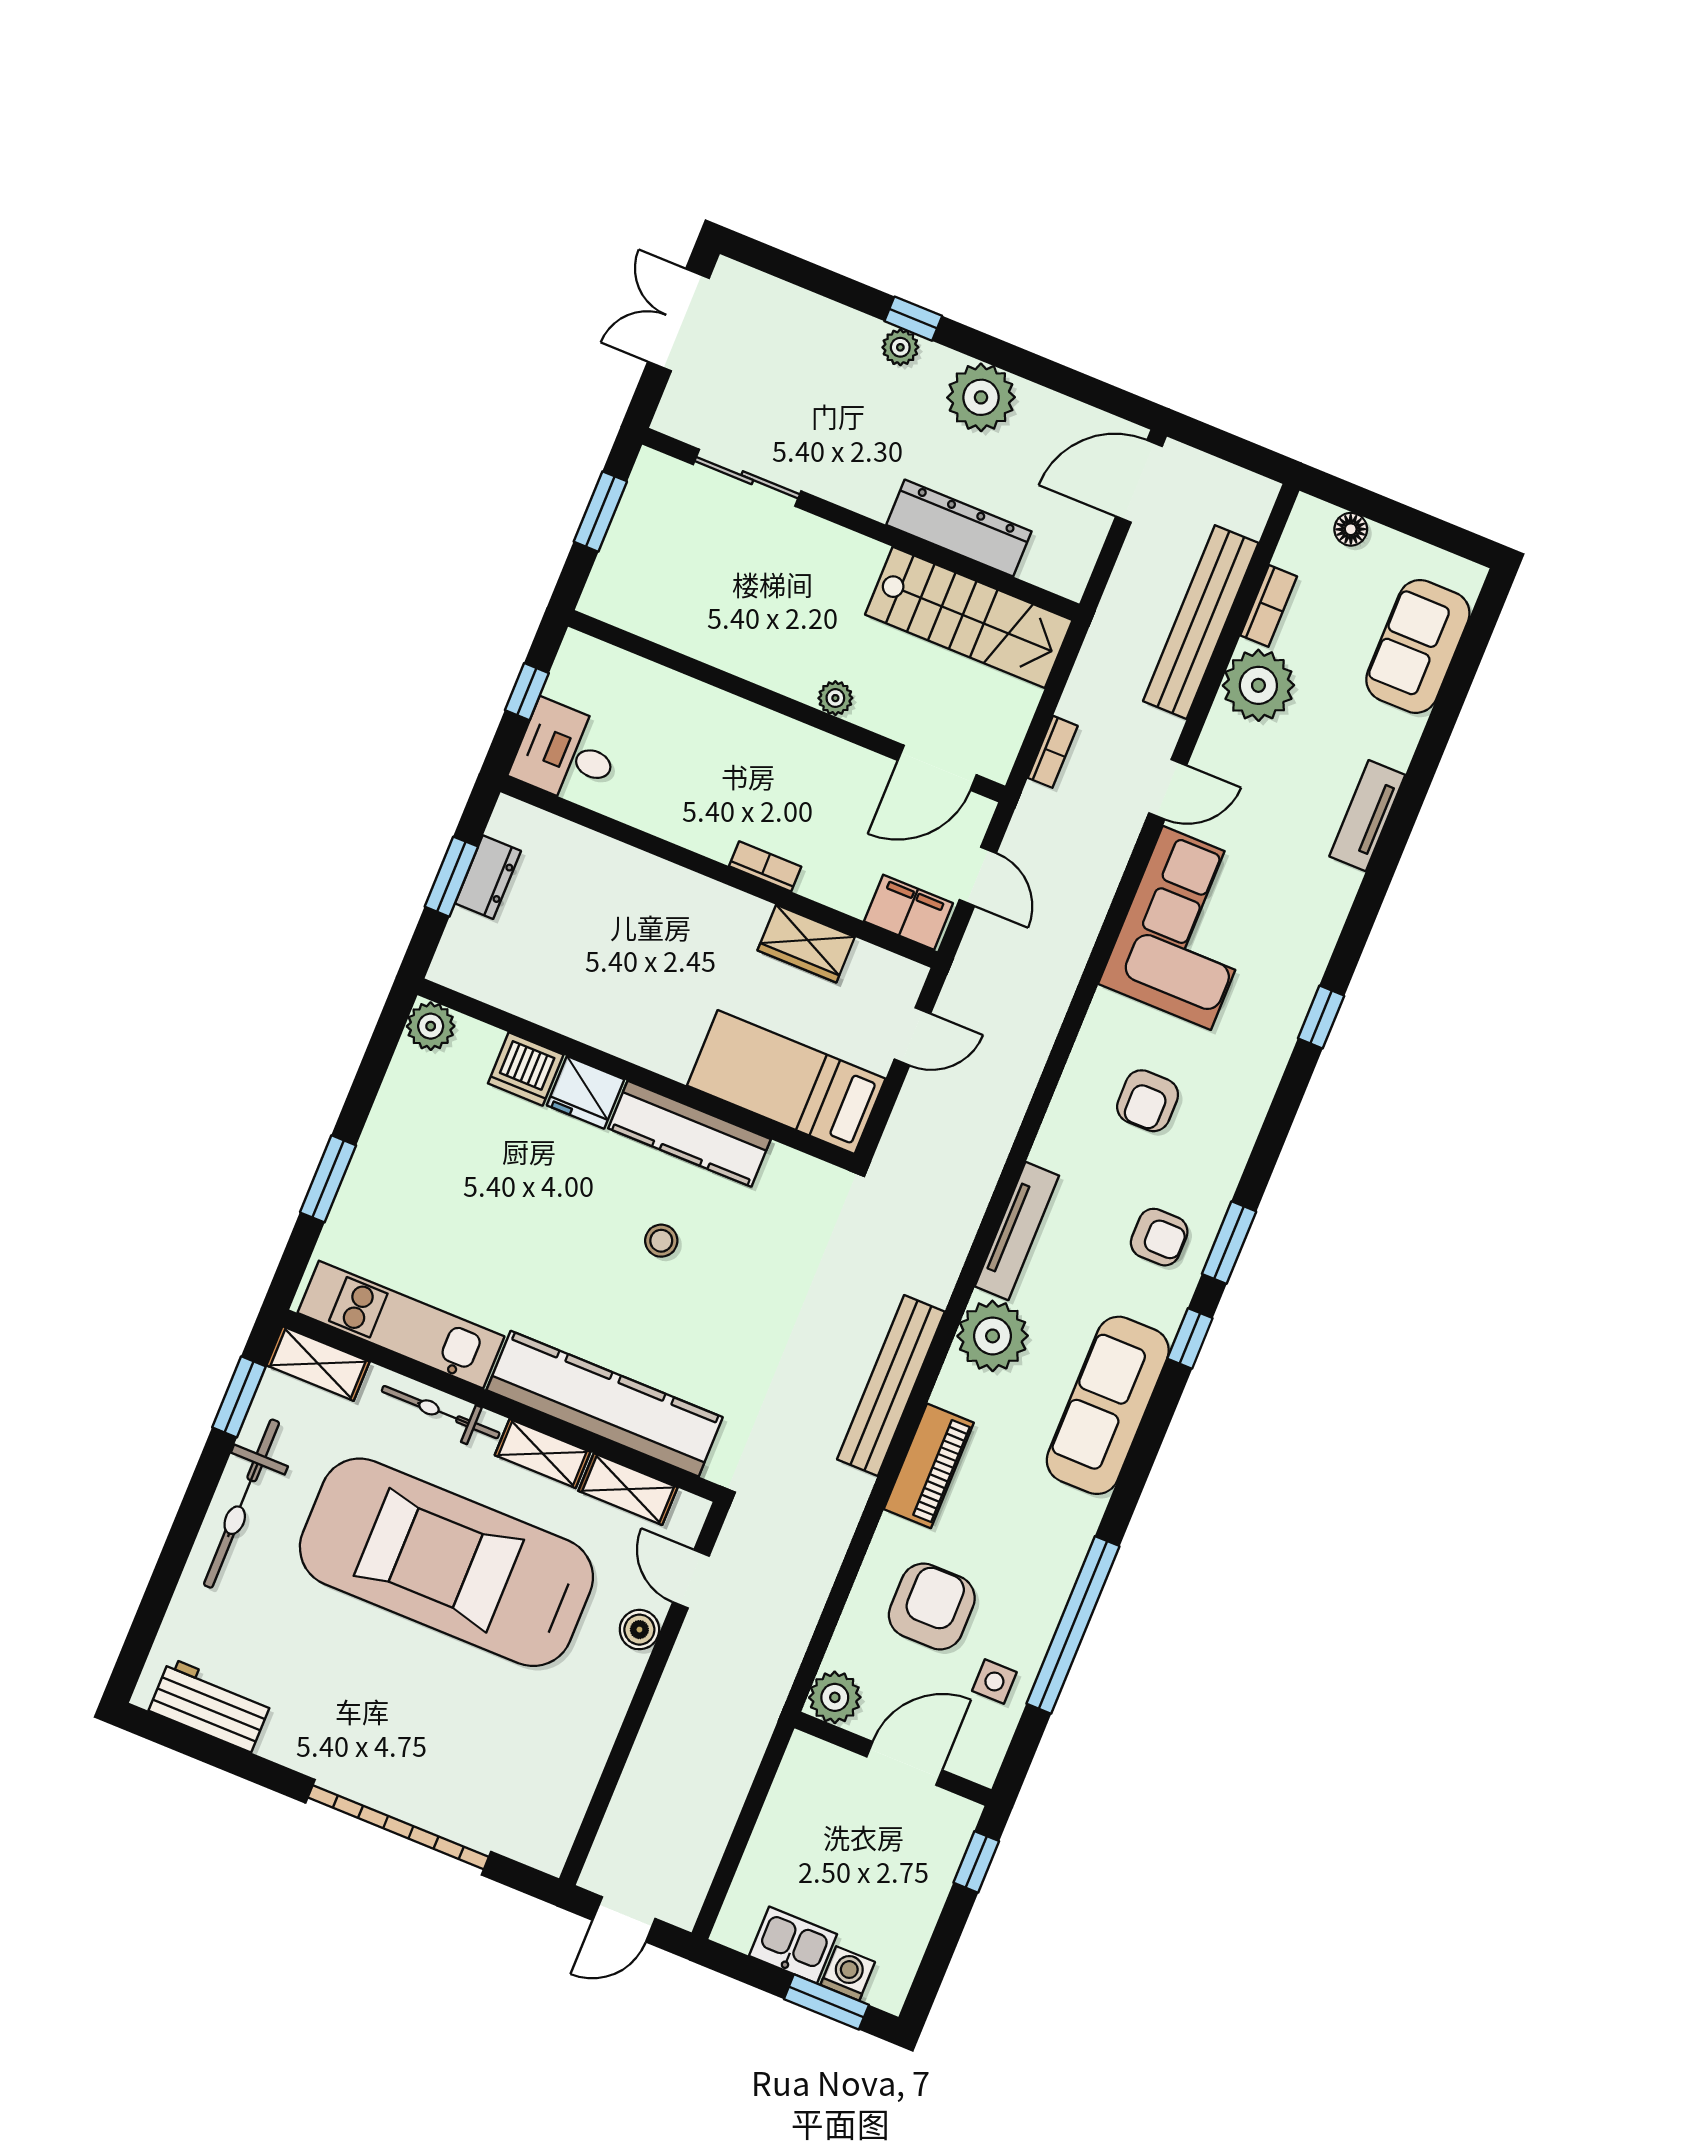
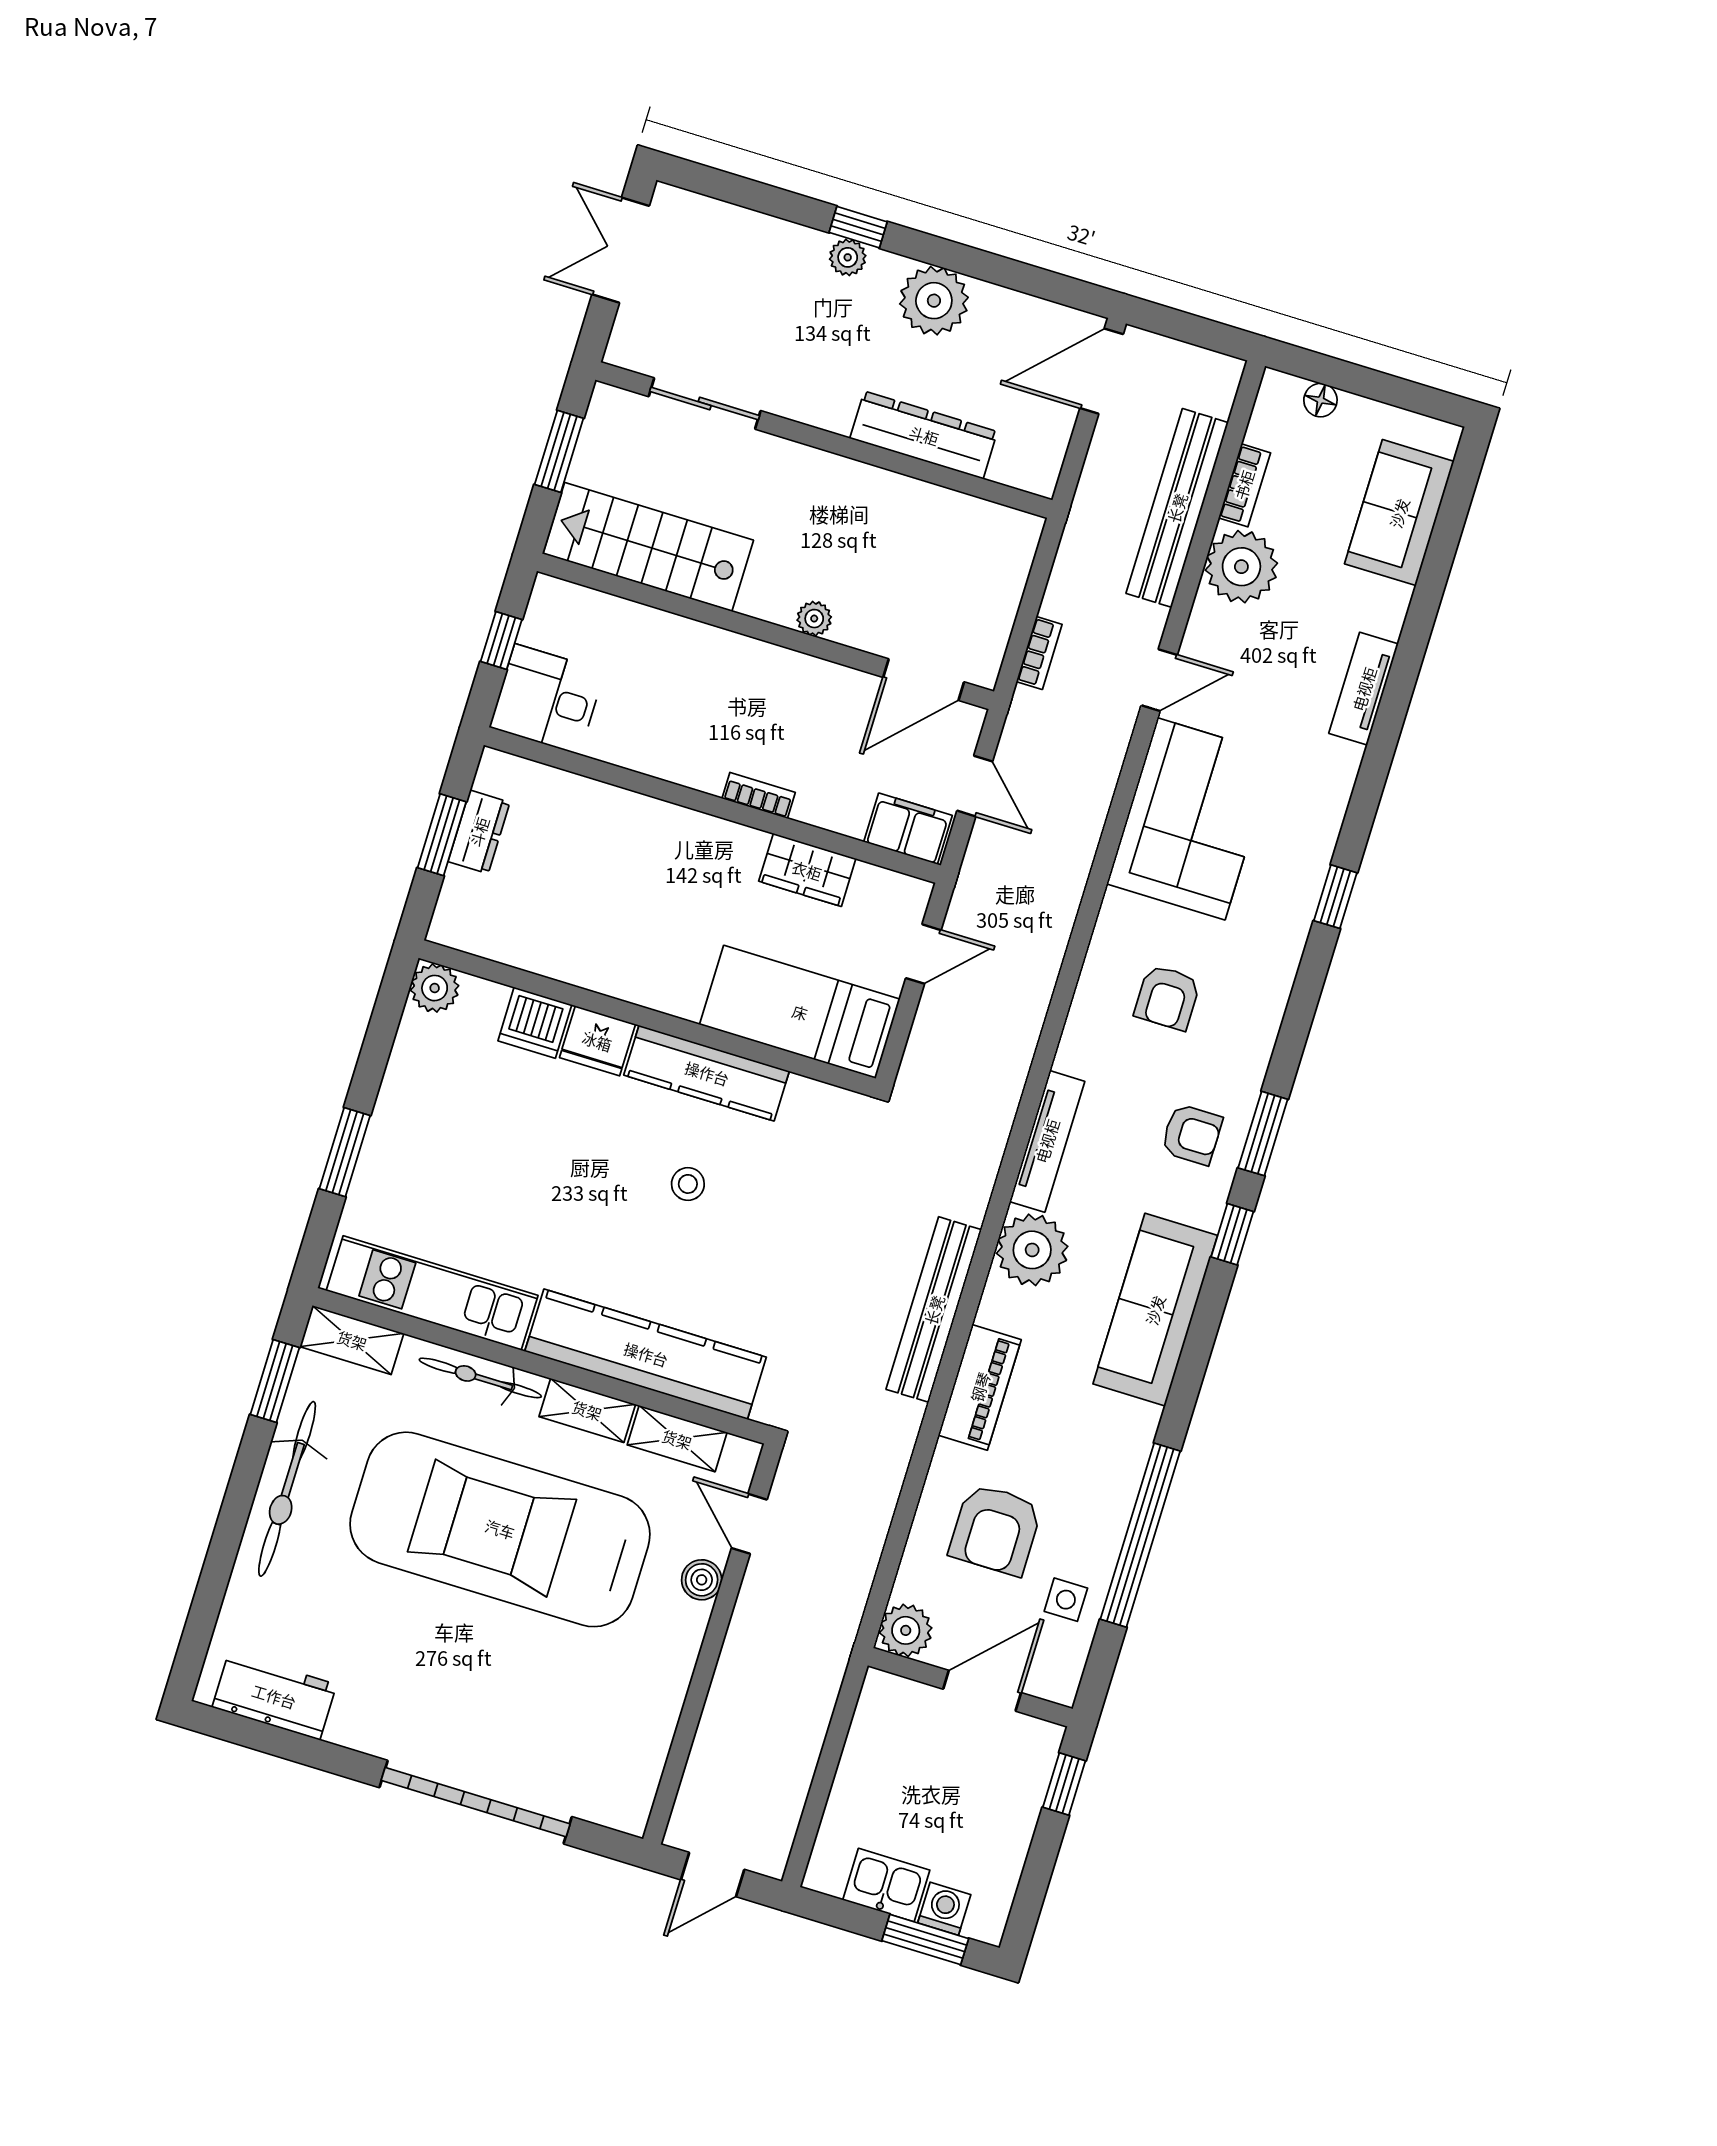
stairs: (969, 617) -> (648, 547), moved, turned 180
armchair: (932, 1606) -> (996, 1529), turned 180

